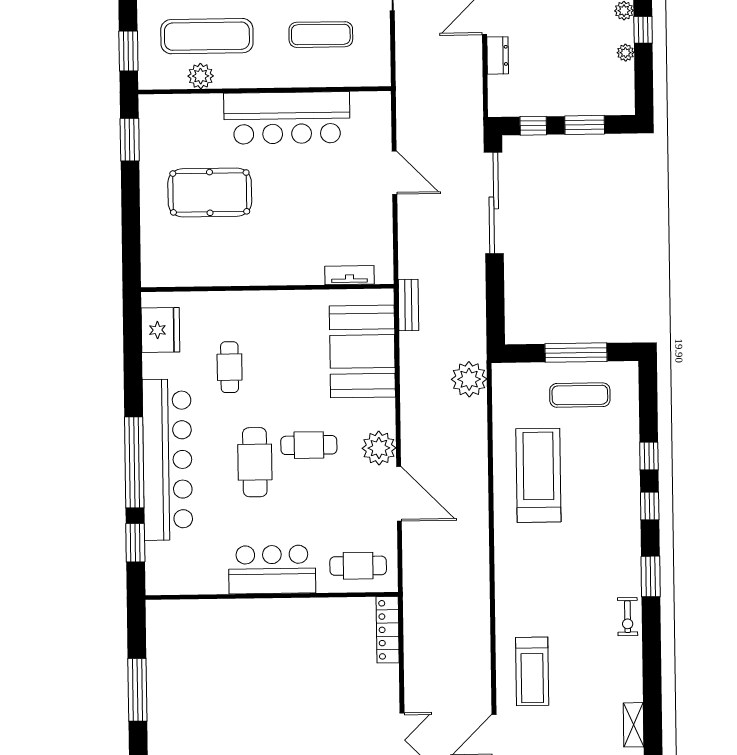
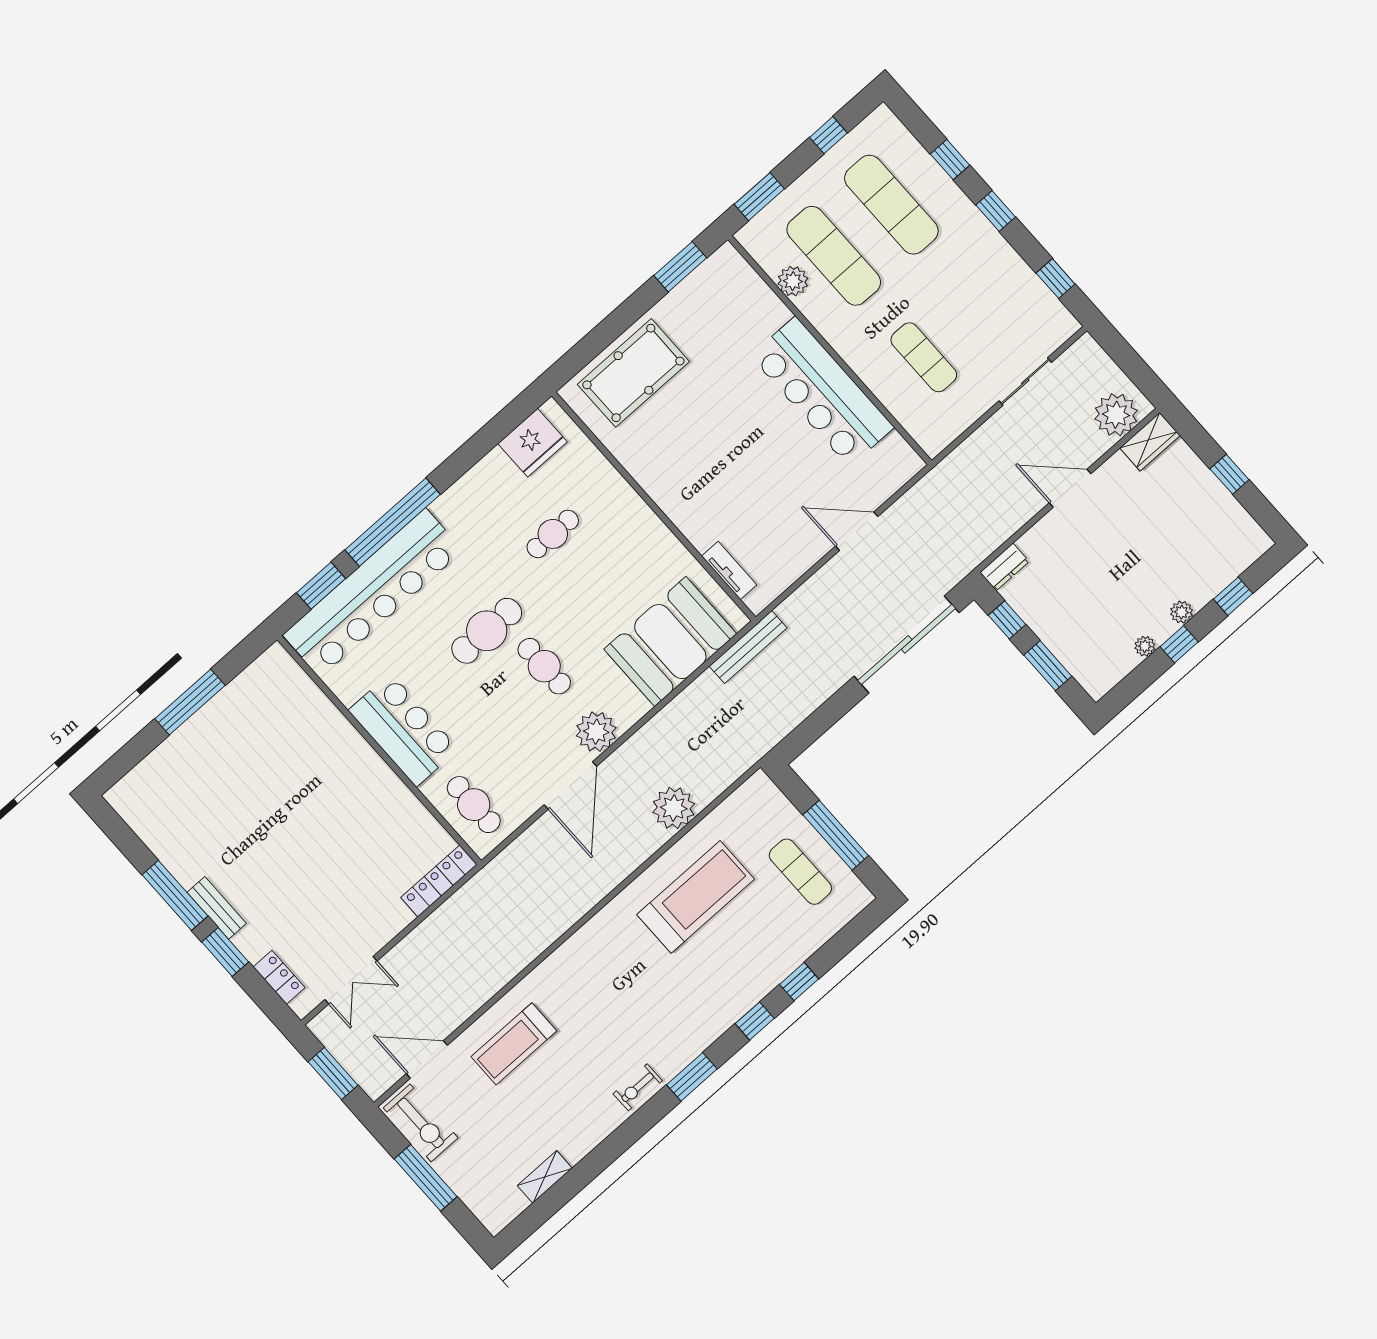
dresser: (498, 55) -> (1004, 567), moved
door: (394, 173) -> (857, 531), swing flipped
pool table: (210, 192) -> (633, 373), moved, turned 90
bench: (408, 305) -> (748, 647), width x1.36
plant: (469, 379) -> (674, 808), moved
bar counter: (167, 460) -> (373, 593), moved

